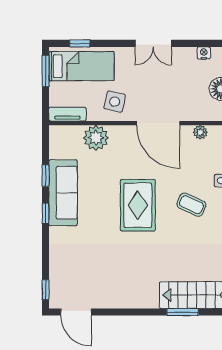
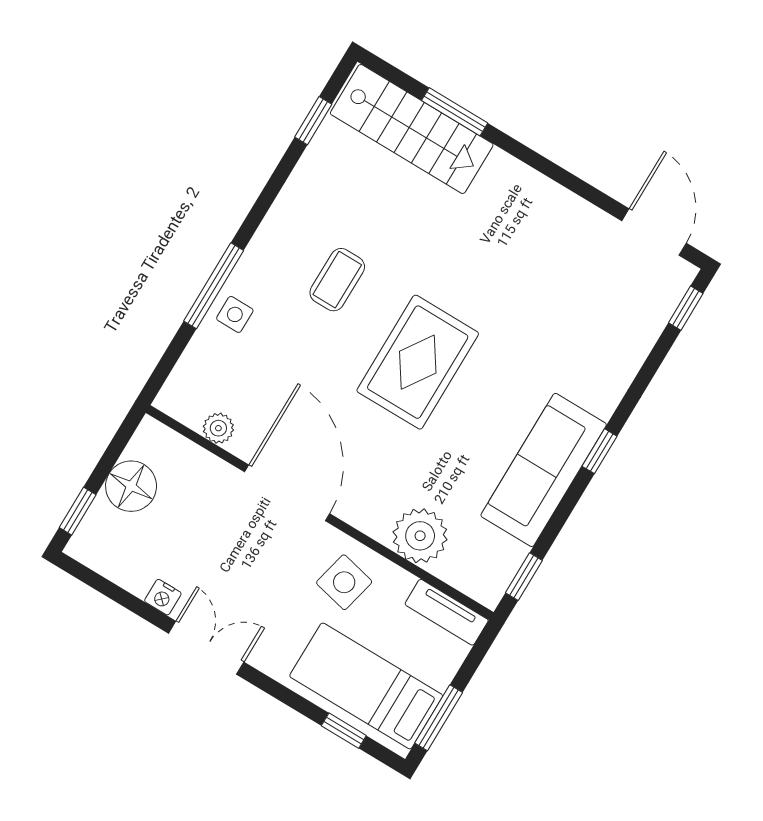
nightstand: (204, 53) -> (163, 597), moved
window: (46, 176) -> (524, 577), moved
coffee table: (191, 205) -> (337, 280), moved, turned 65

